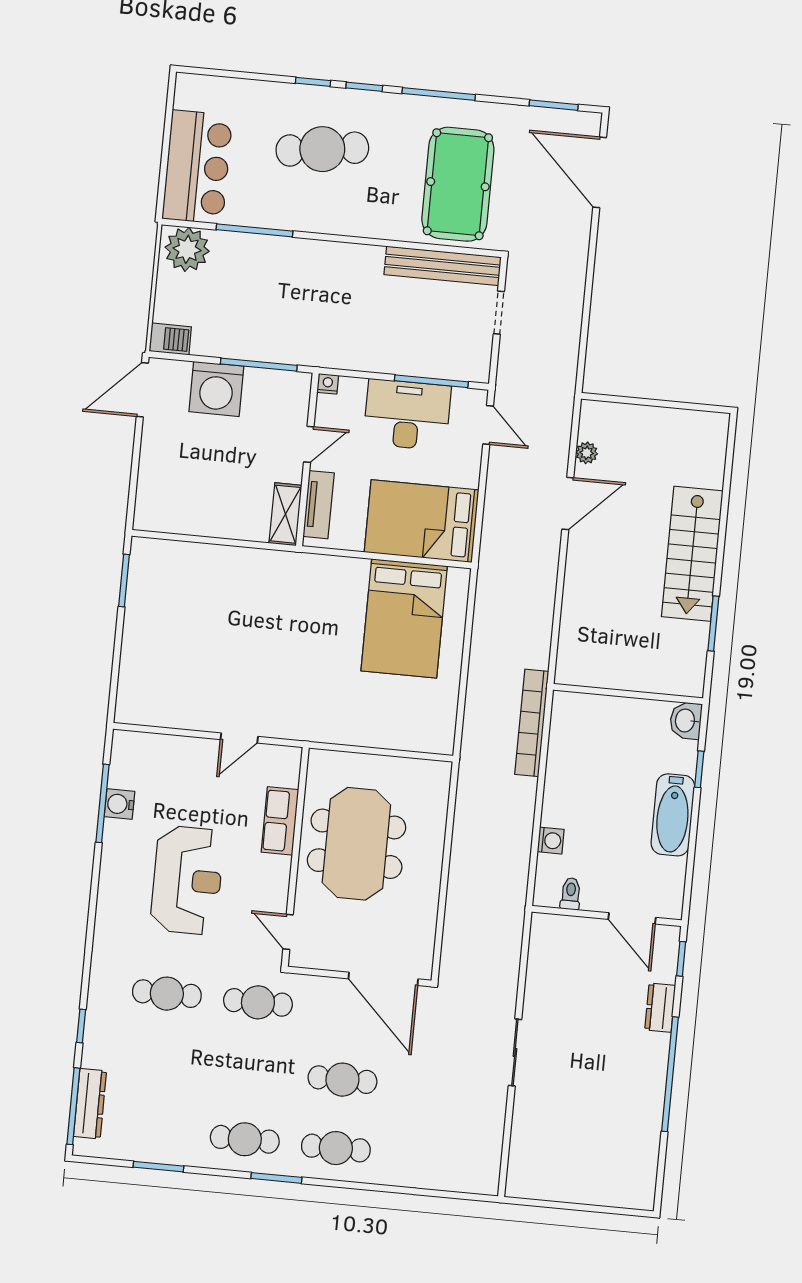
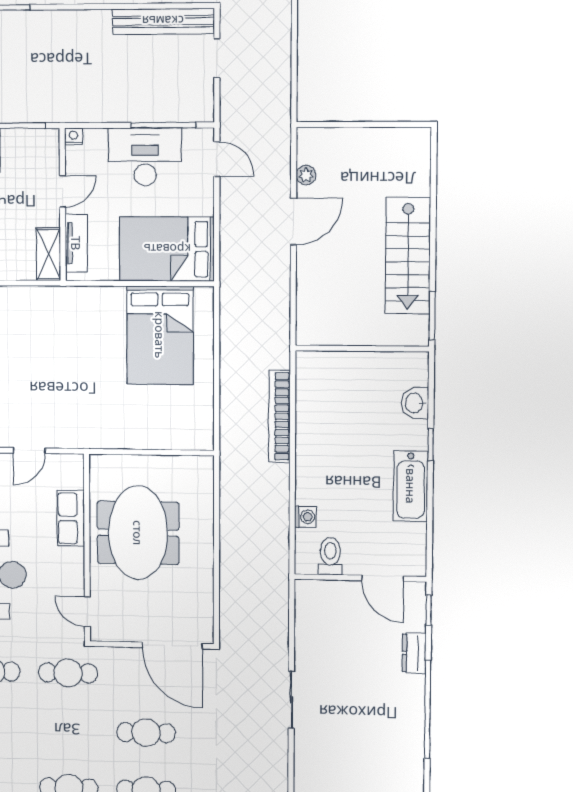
wall: (628, 694) -> (362, 349), moved
toilet: (571, 894) -> (330, 556), width x1.37, depth x1.39

